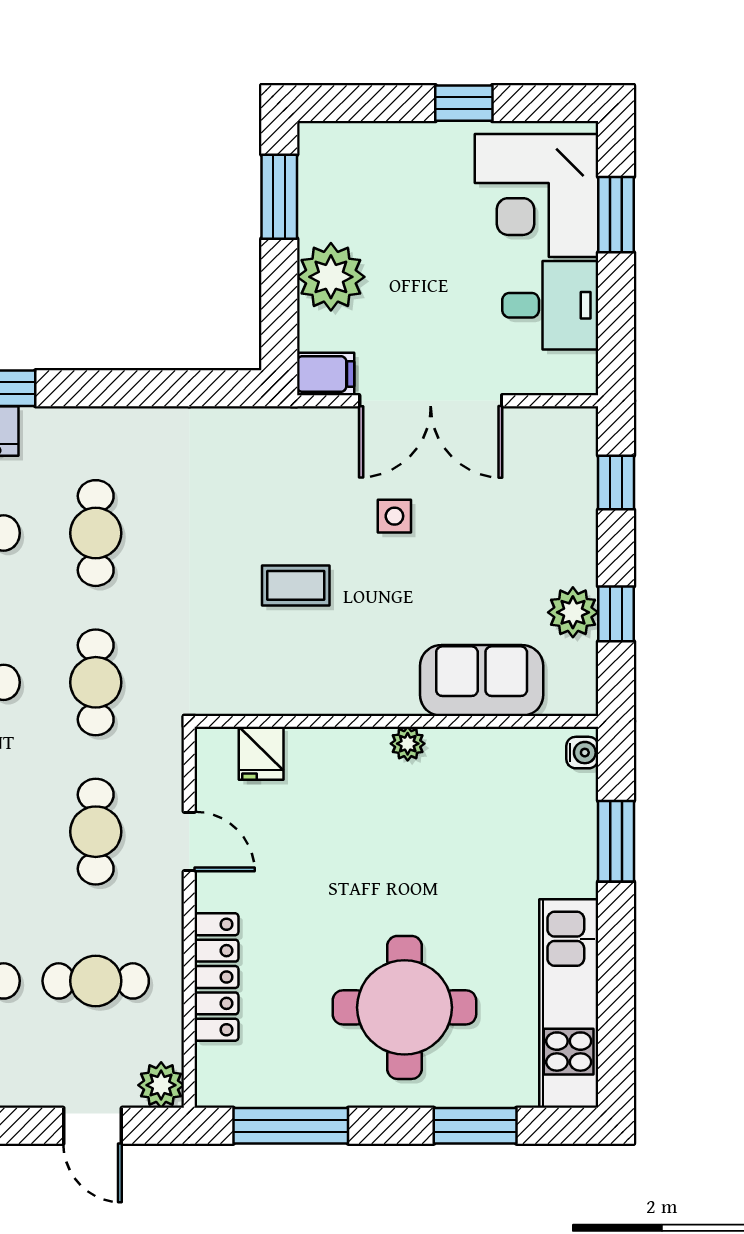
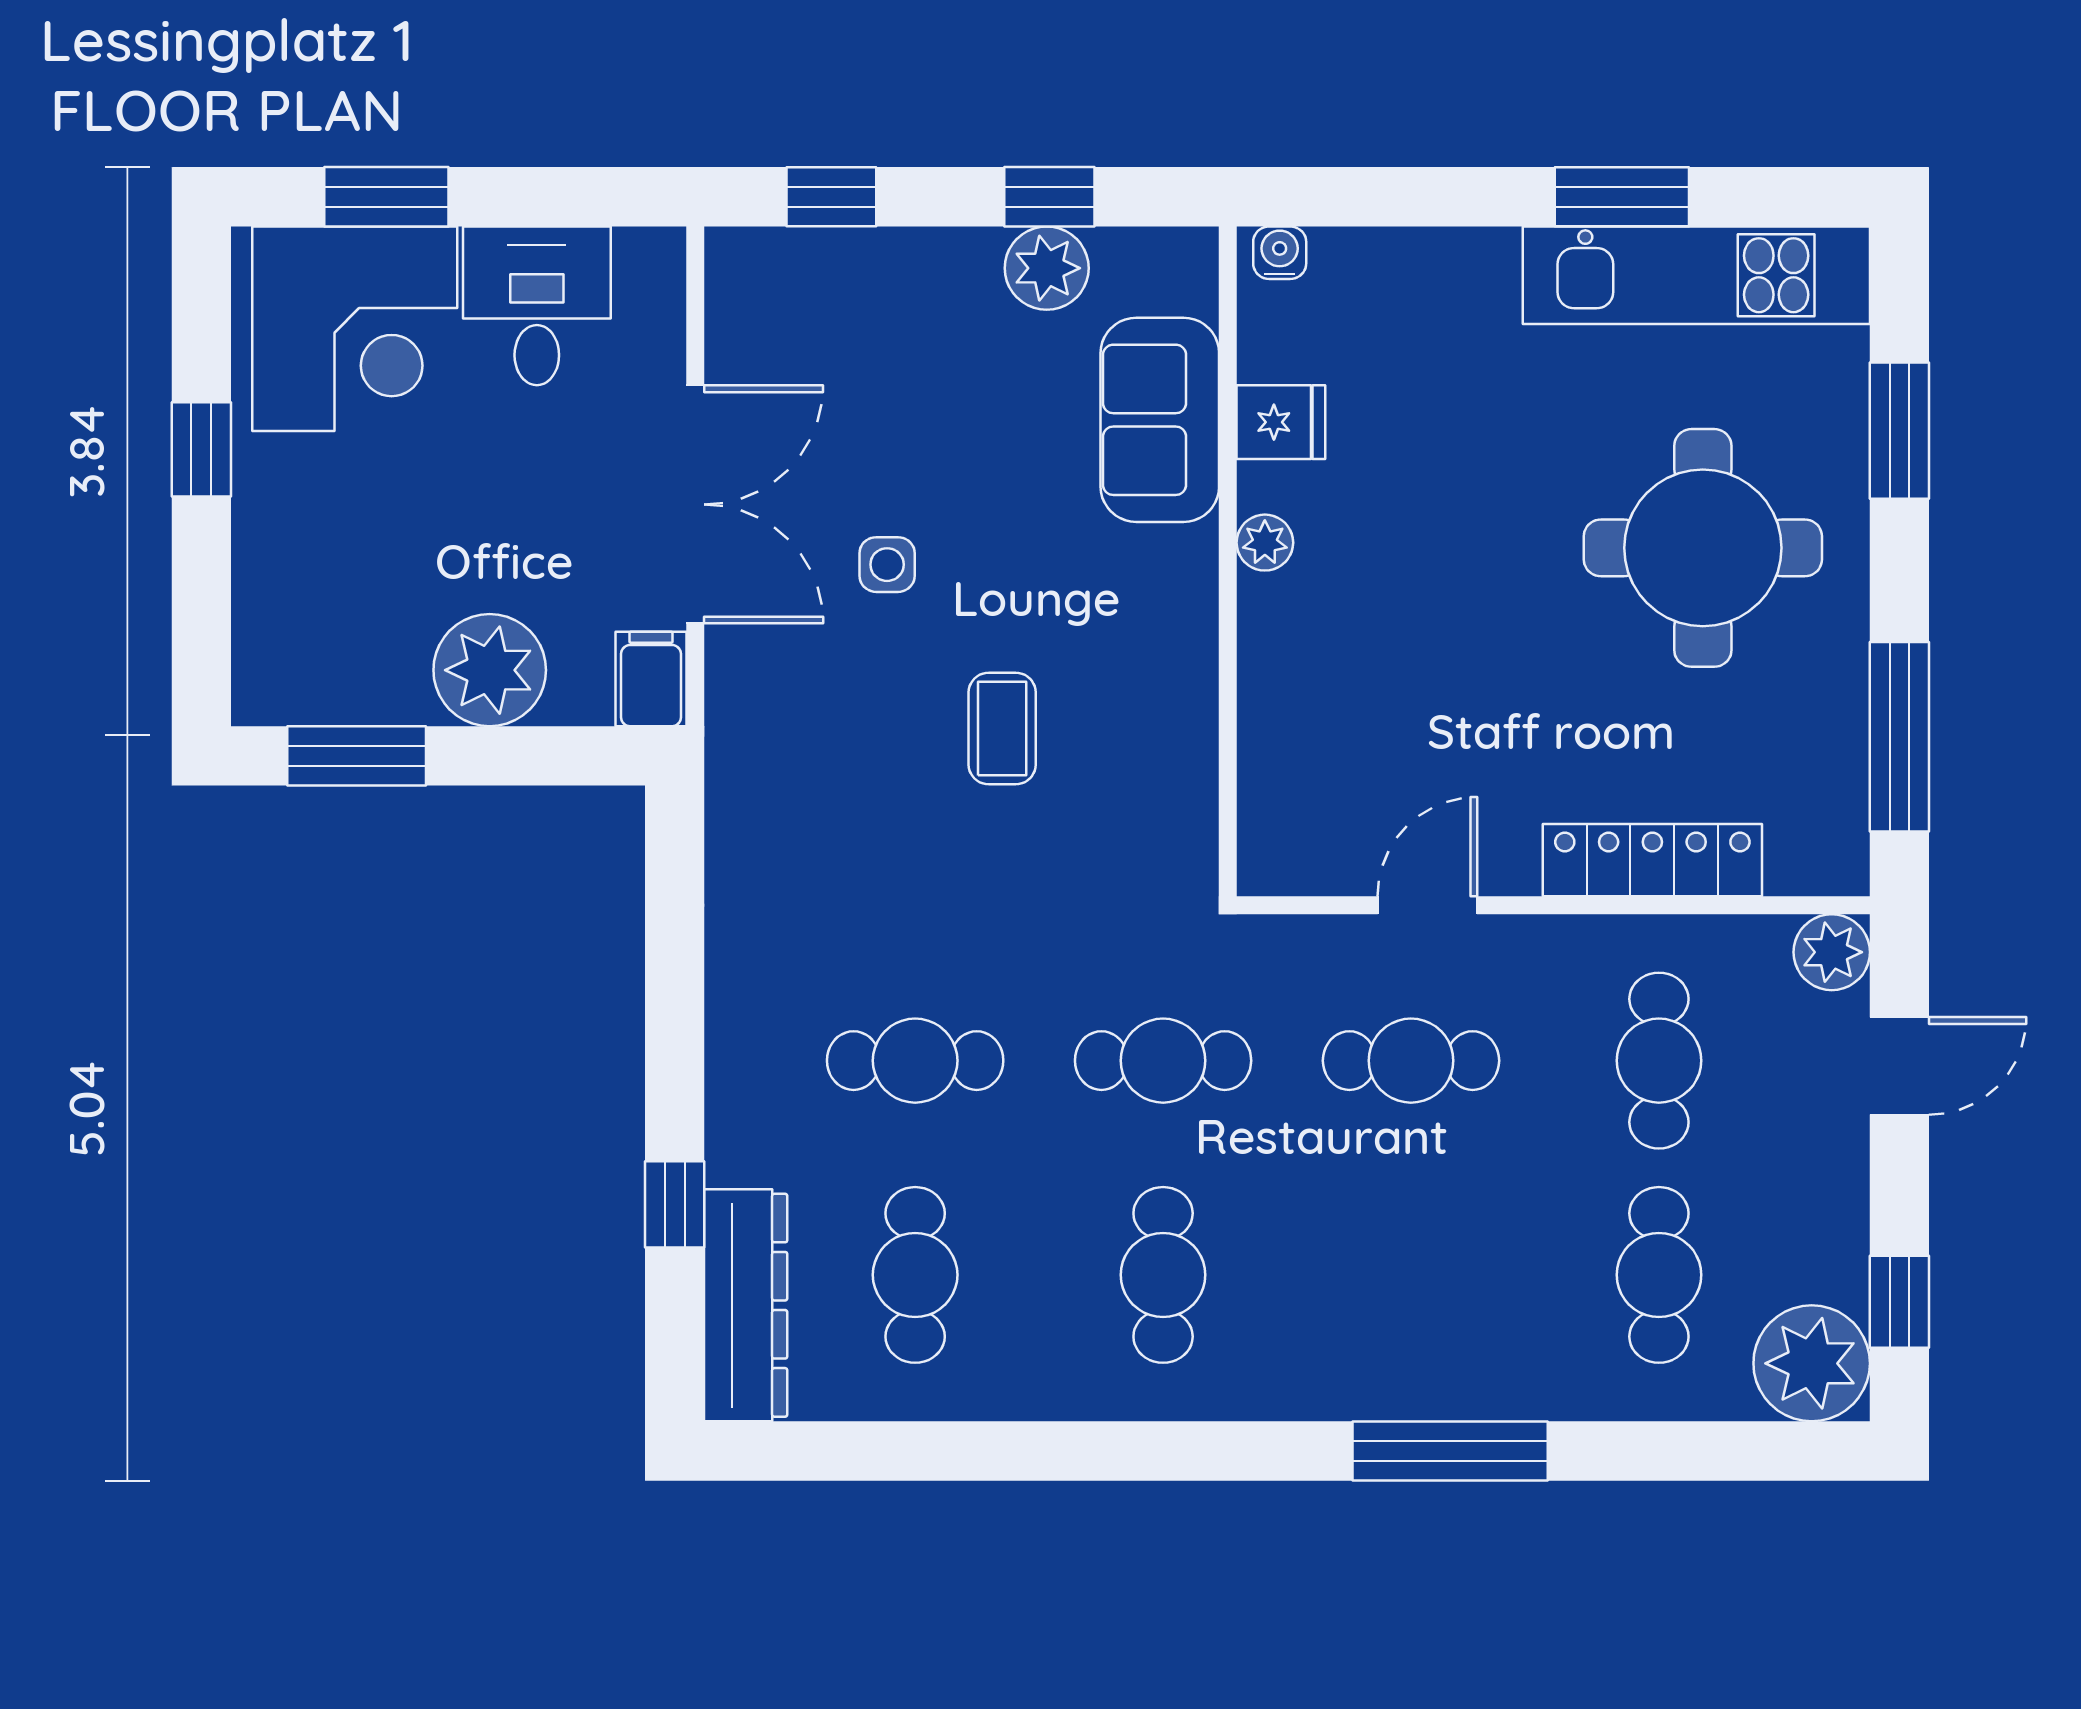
fridge: (261, 753) -> (1281, 422), moved
window: (616, 841) -> (1622, 197), moved

